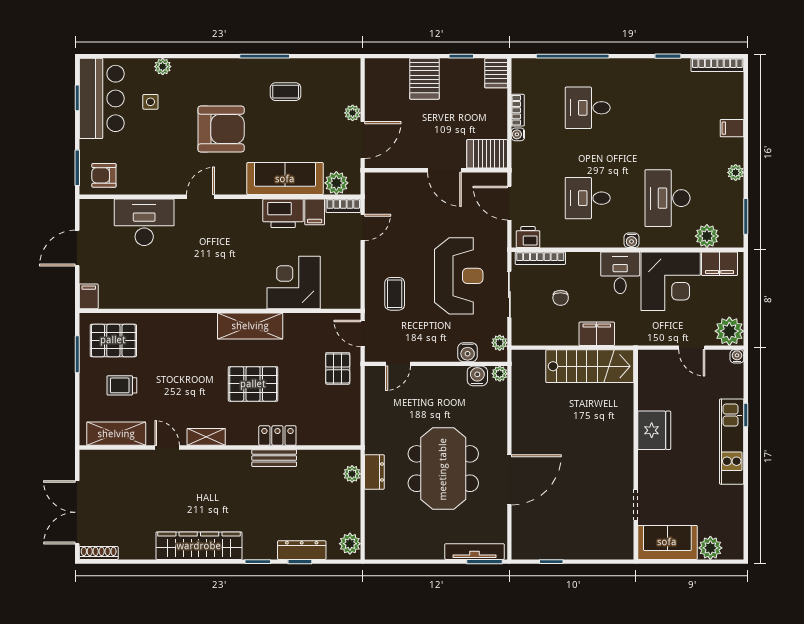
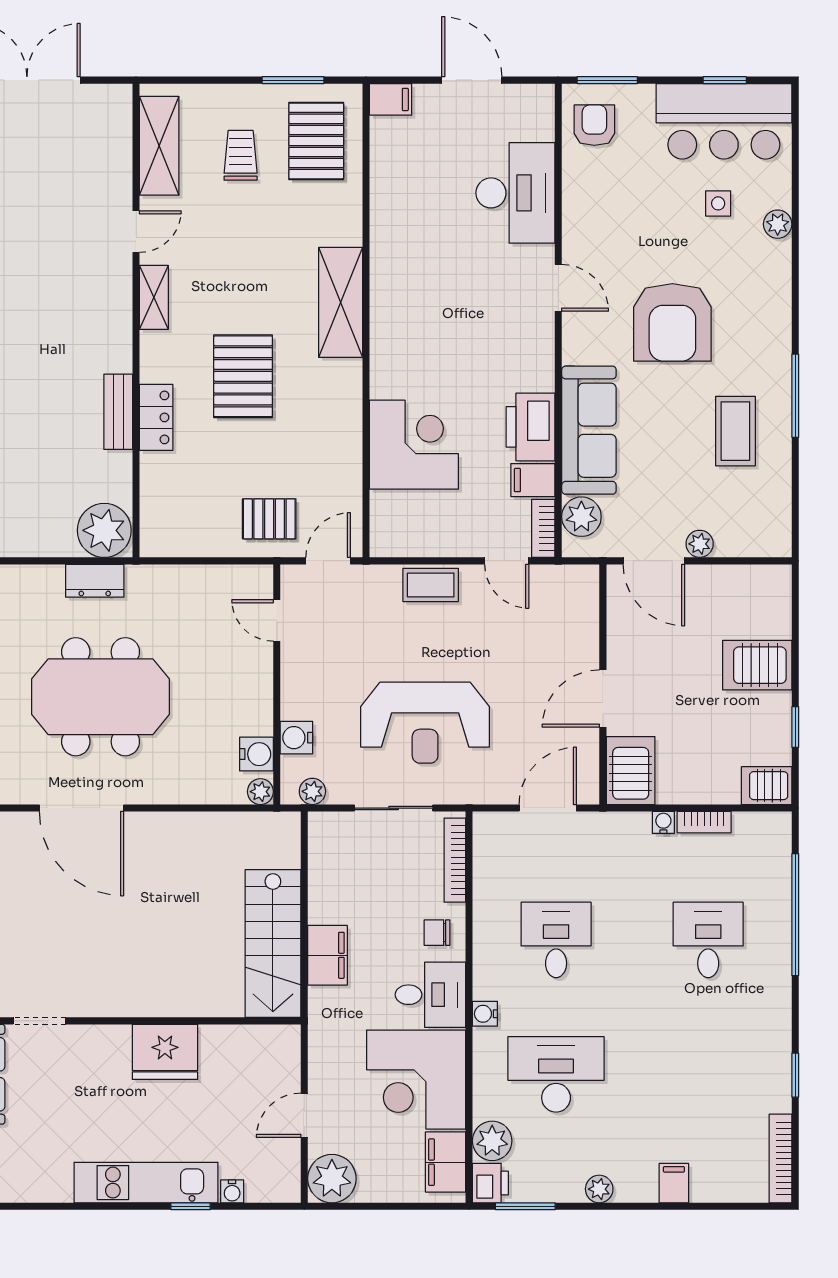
coffee table: (286, 92) -> (735, 431), width x1.36, depth x1.30
printer: (528, 237) -> (490, 1183), moved
coffee table: (395, 294) -> (431, 585), moved
chair: (561, 298) -> (437, 933), moved
shelving: (250, 326) -> (341, 302), moved
water cooler: (737, 356) -> (232, 1191), moved, turned 90
plant: (352, 474) -> (104, 530), width x1.88, depth x1.88

